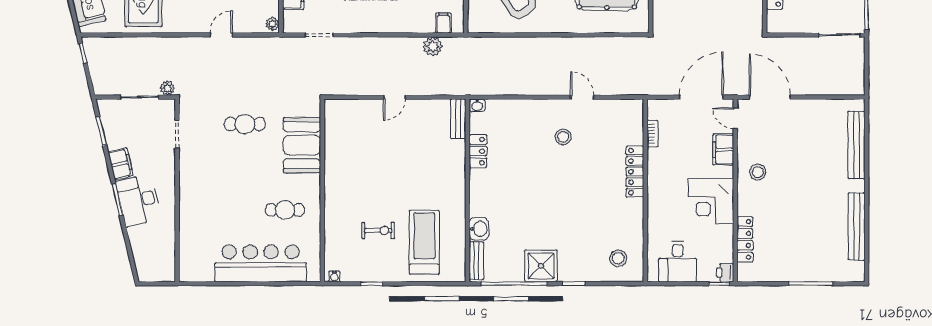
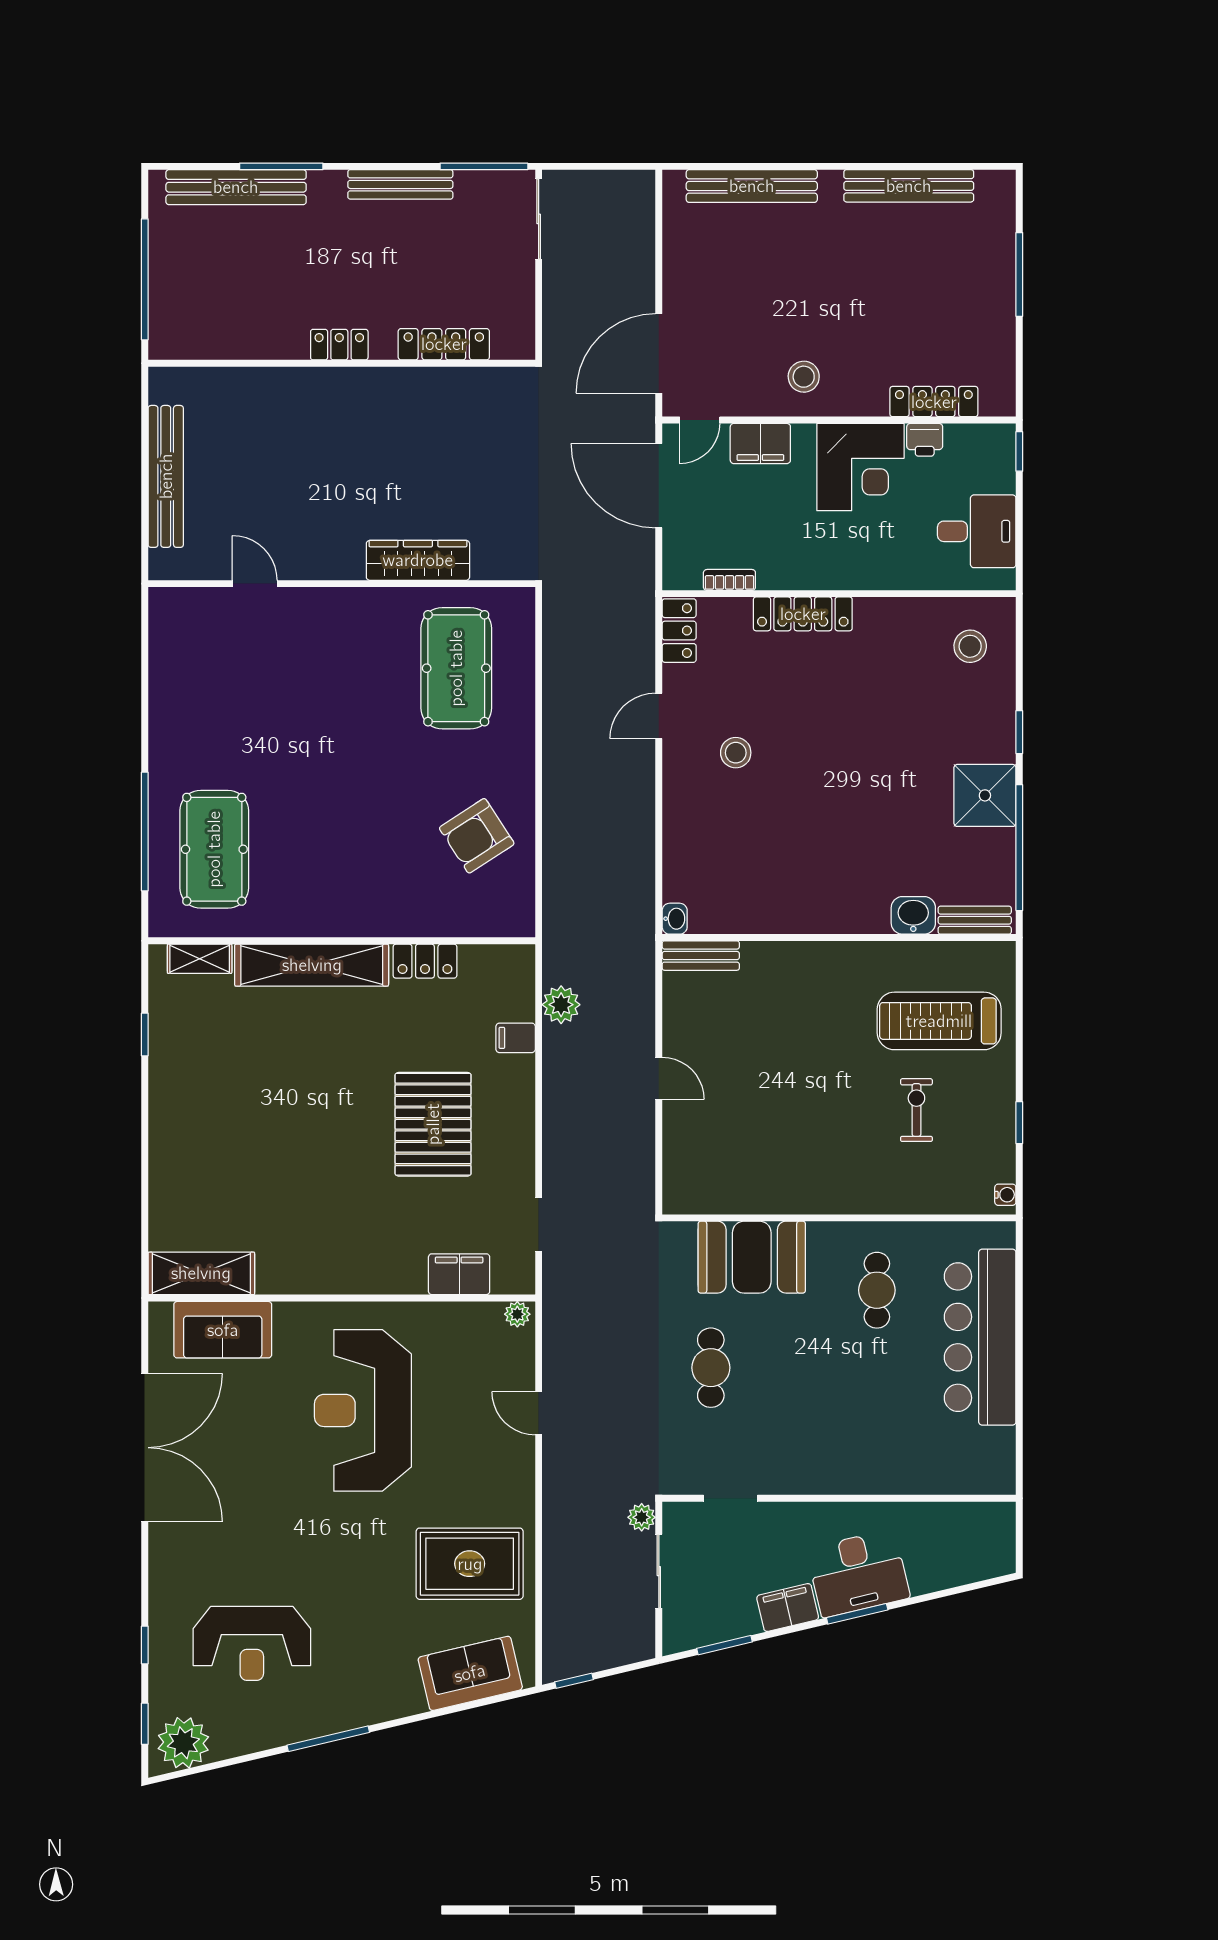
filing cabinet: (443, 23) -> (516, 1038), moved
locker: (478, 151) -> (679, 631), moved, turned 90
printer: (725, 273) -> (925, 440), moved

